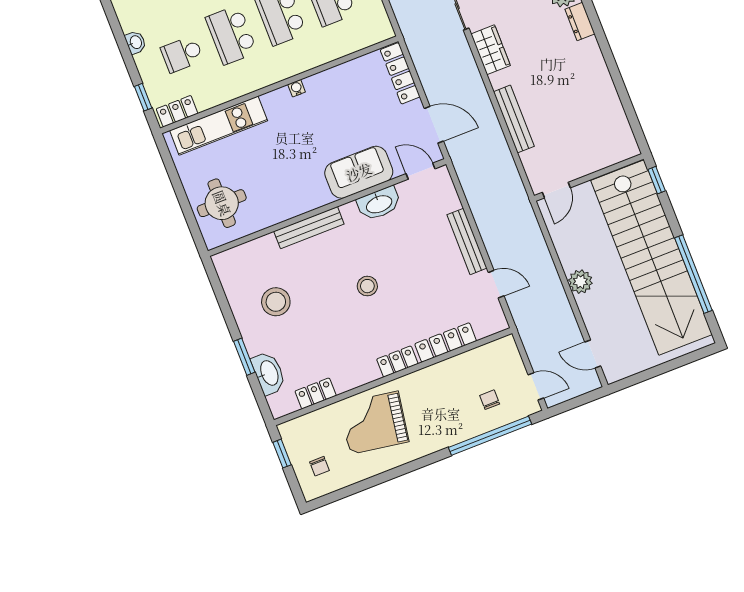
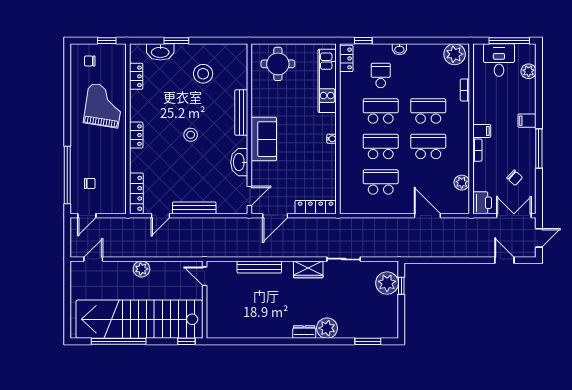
sofa: (359, 172) -> (264, 139), moved
locker: (446, 342) -> (136, 193), moved

